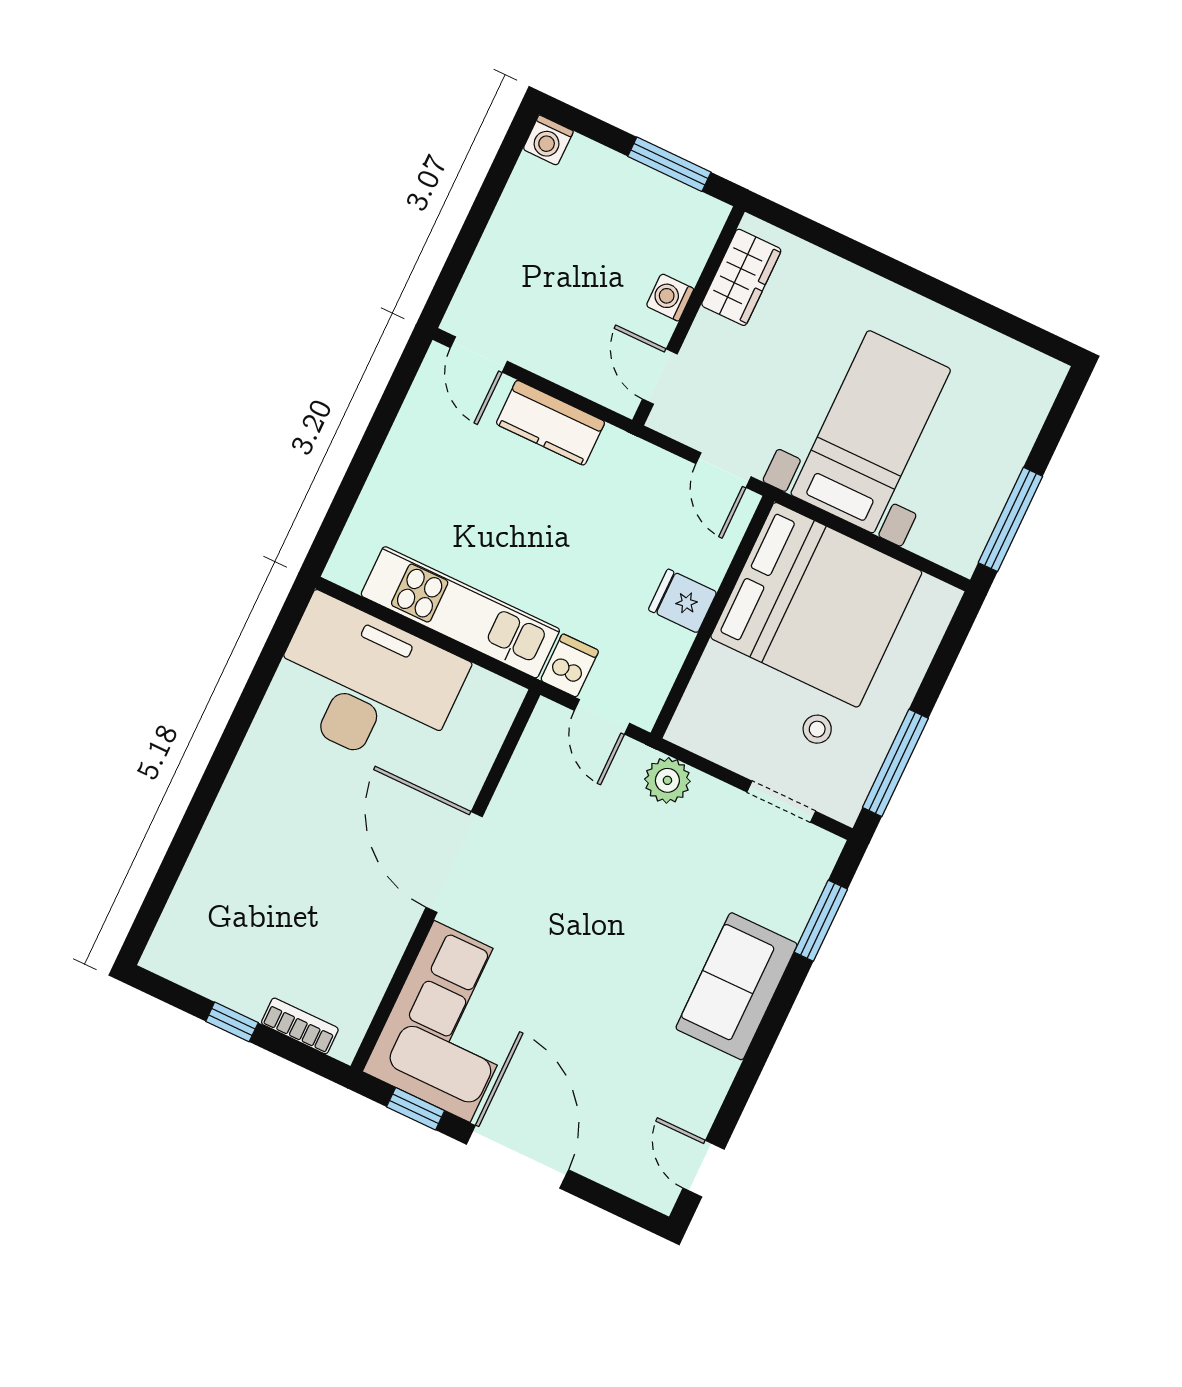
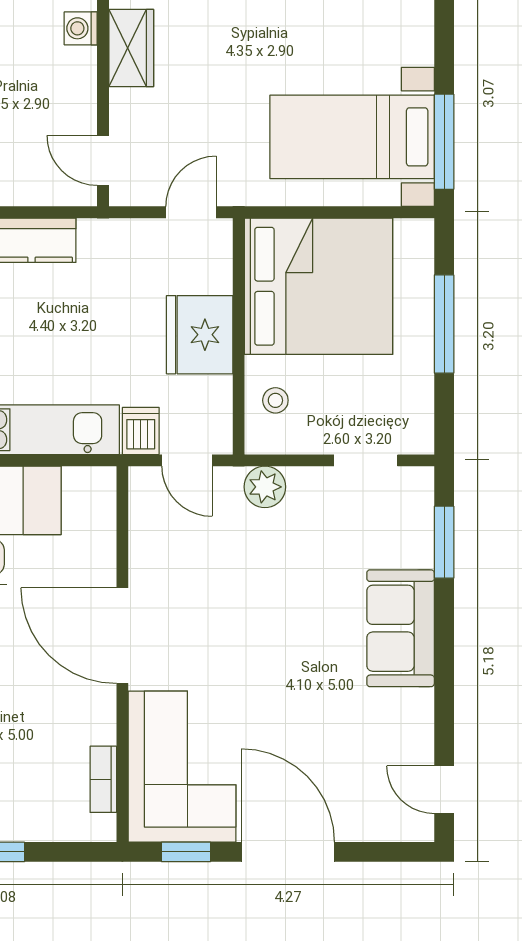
washing machine: (670, 297) -> (81, 28), moved
bed with nightstands: (871, 432) -> (352, 137), moved, turned -90
door: (723, 470) -> (191, 212), swing flipped
fridge: (683, 601) -> (200, 335), width x1.88, depth x1.34
stool: (817, 729) -> (275, 400), moved
window: (895, 763) -> (444, 324), moved
bookcase: (300, 1026) -> (103, 779), moved, turned -90

